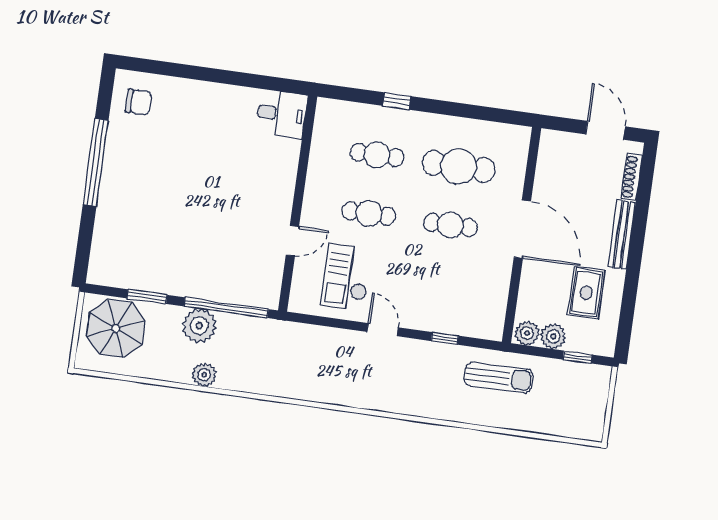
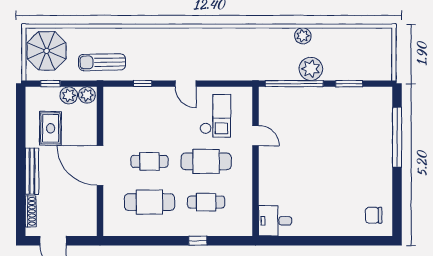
window: (96, 162) -> (397, 137), moved
cafe table: (369, 214) -> (206, 161), width x1.37, depth x1.35
door: (292, 241) -> (256, 136), swing flipped
parasol: (116, 328) -> (47, 51), moved

